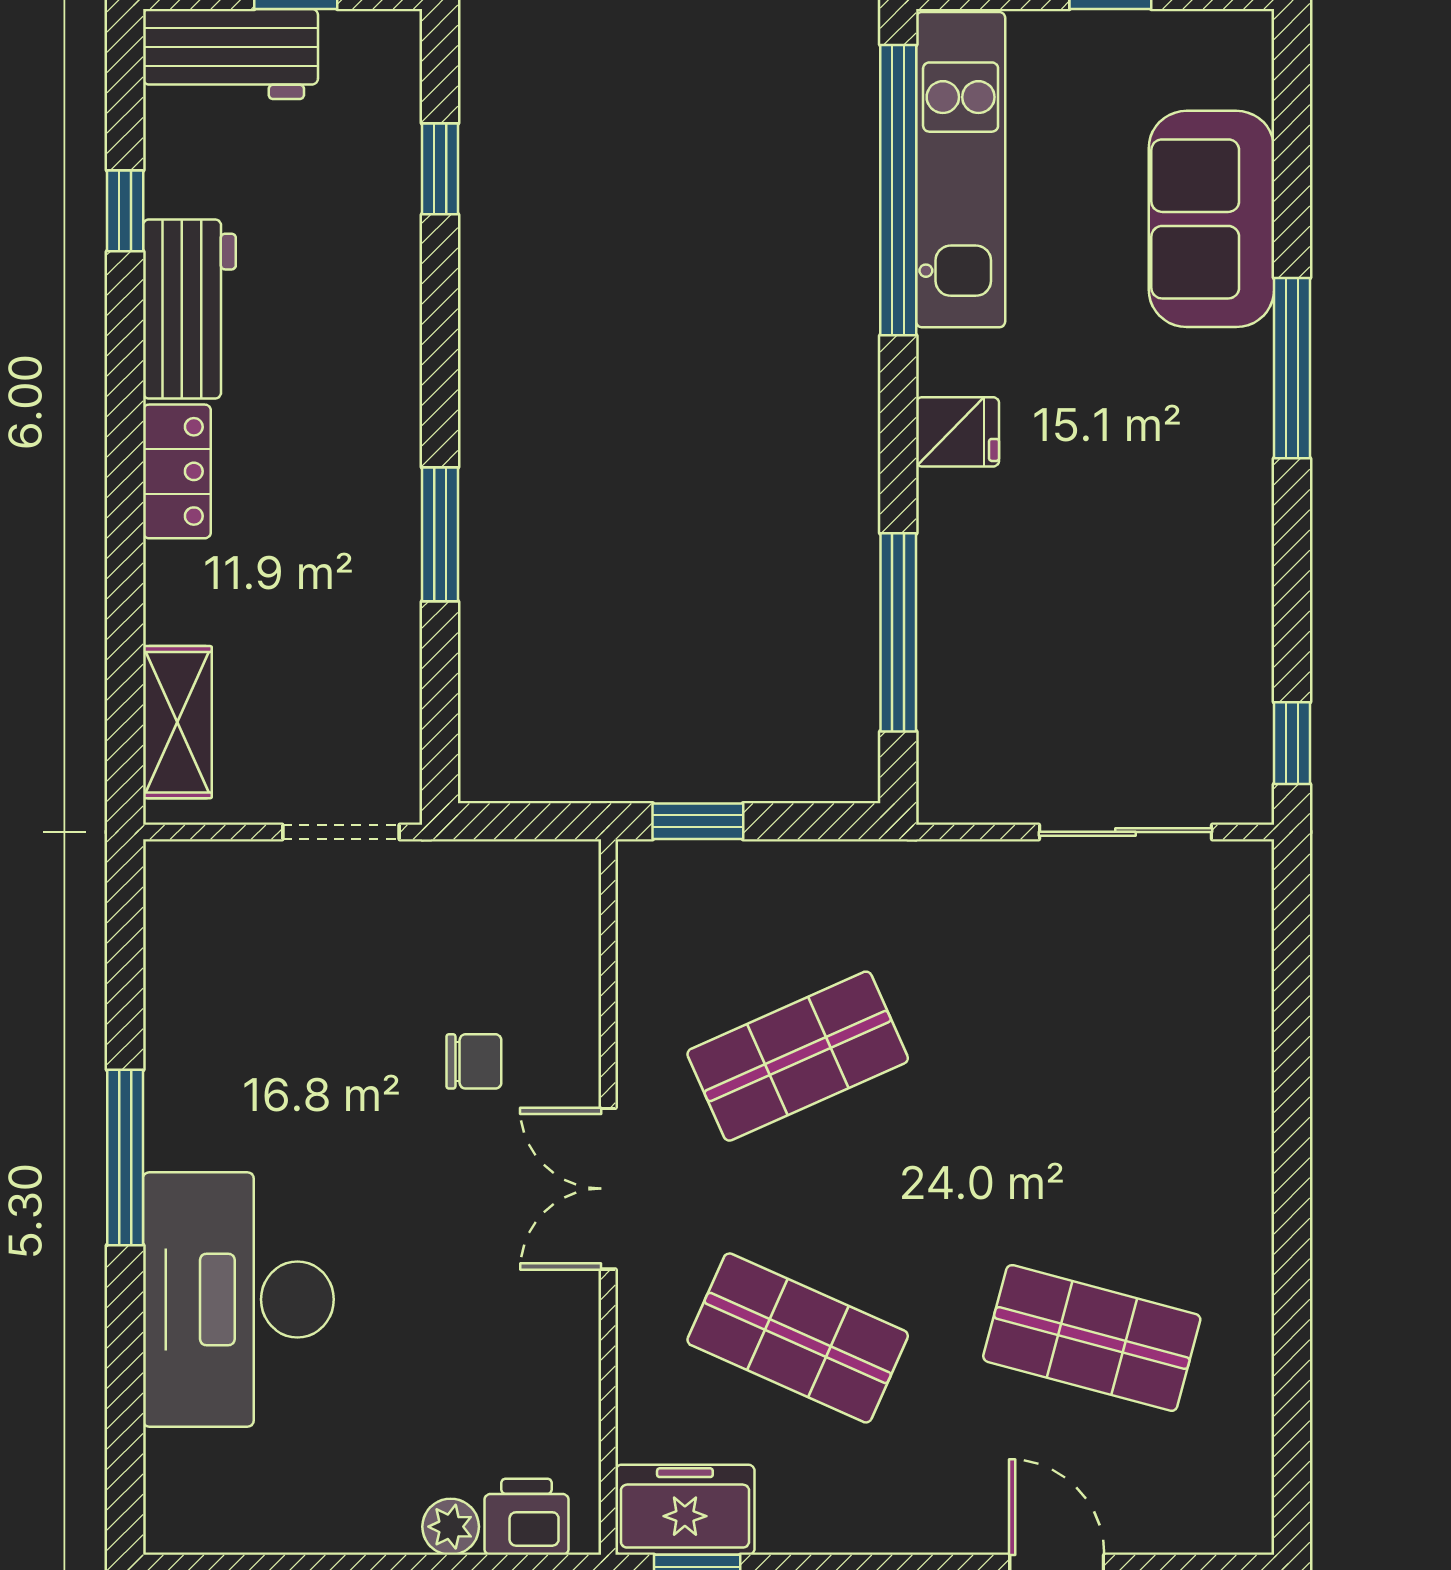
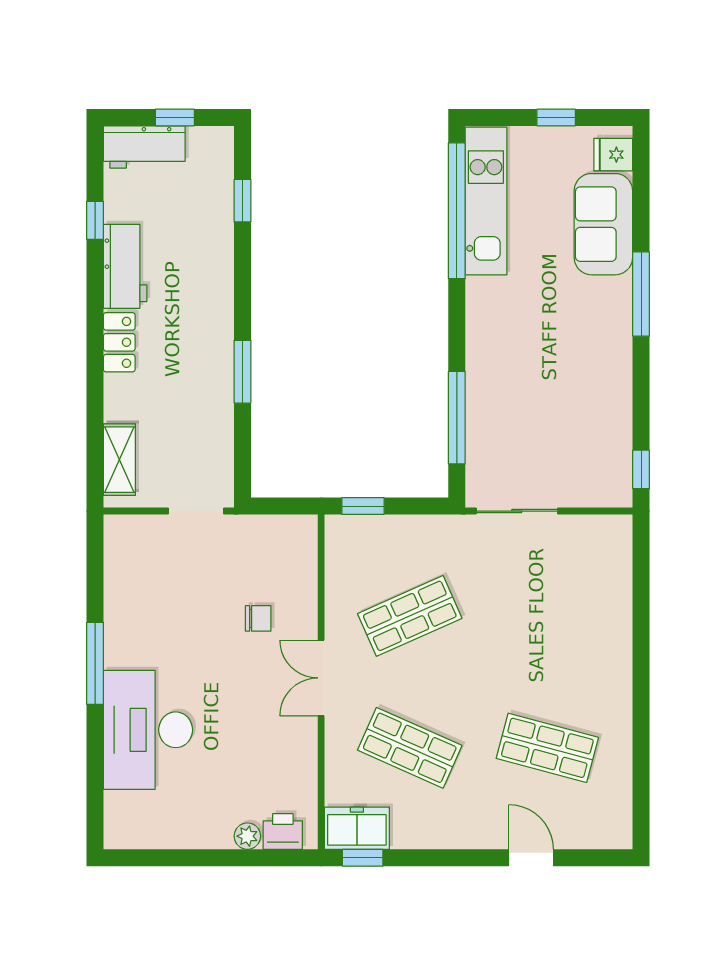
fridge: (958, 432) -> (613, 155), moved, turned 180
sliding door: (1125, 832) -> (517, 511), moved

